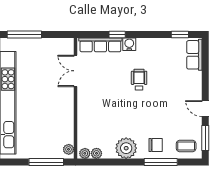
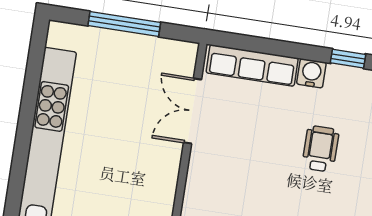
window: (24, 35) -> (124, 24), moved
window: (117, 35) -> (348, 59), moved

